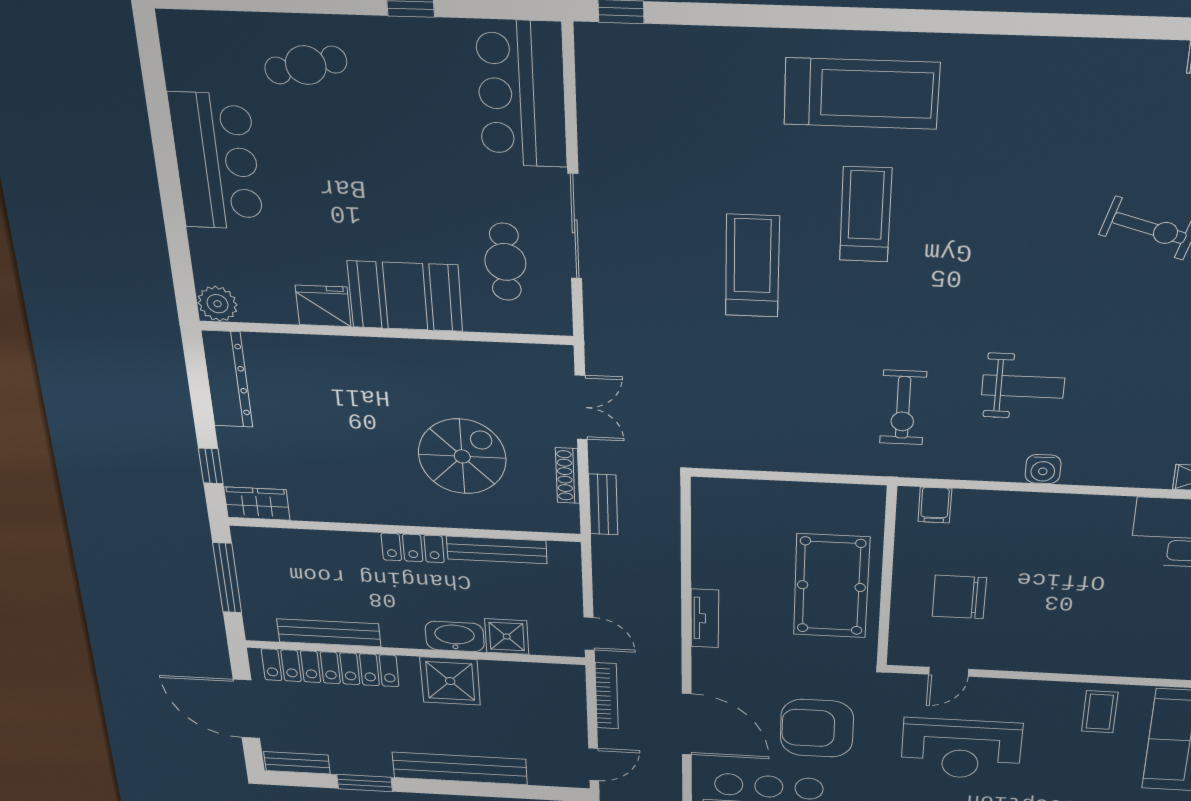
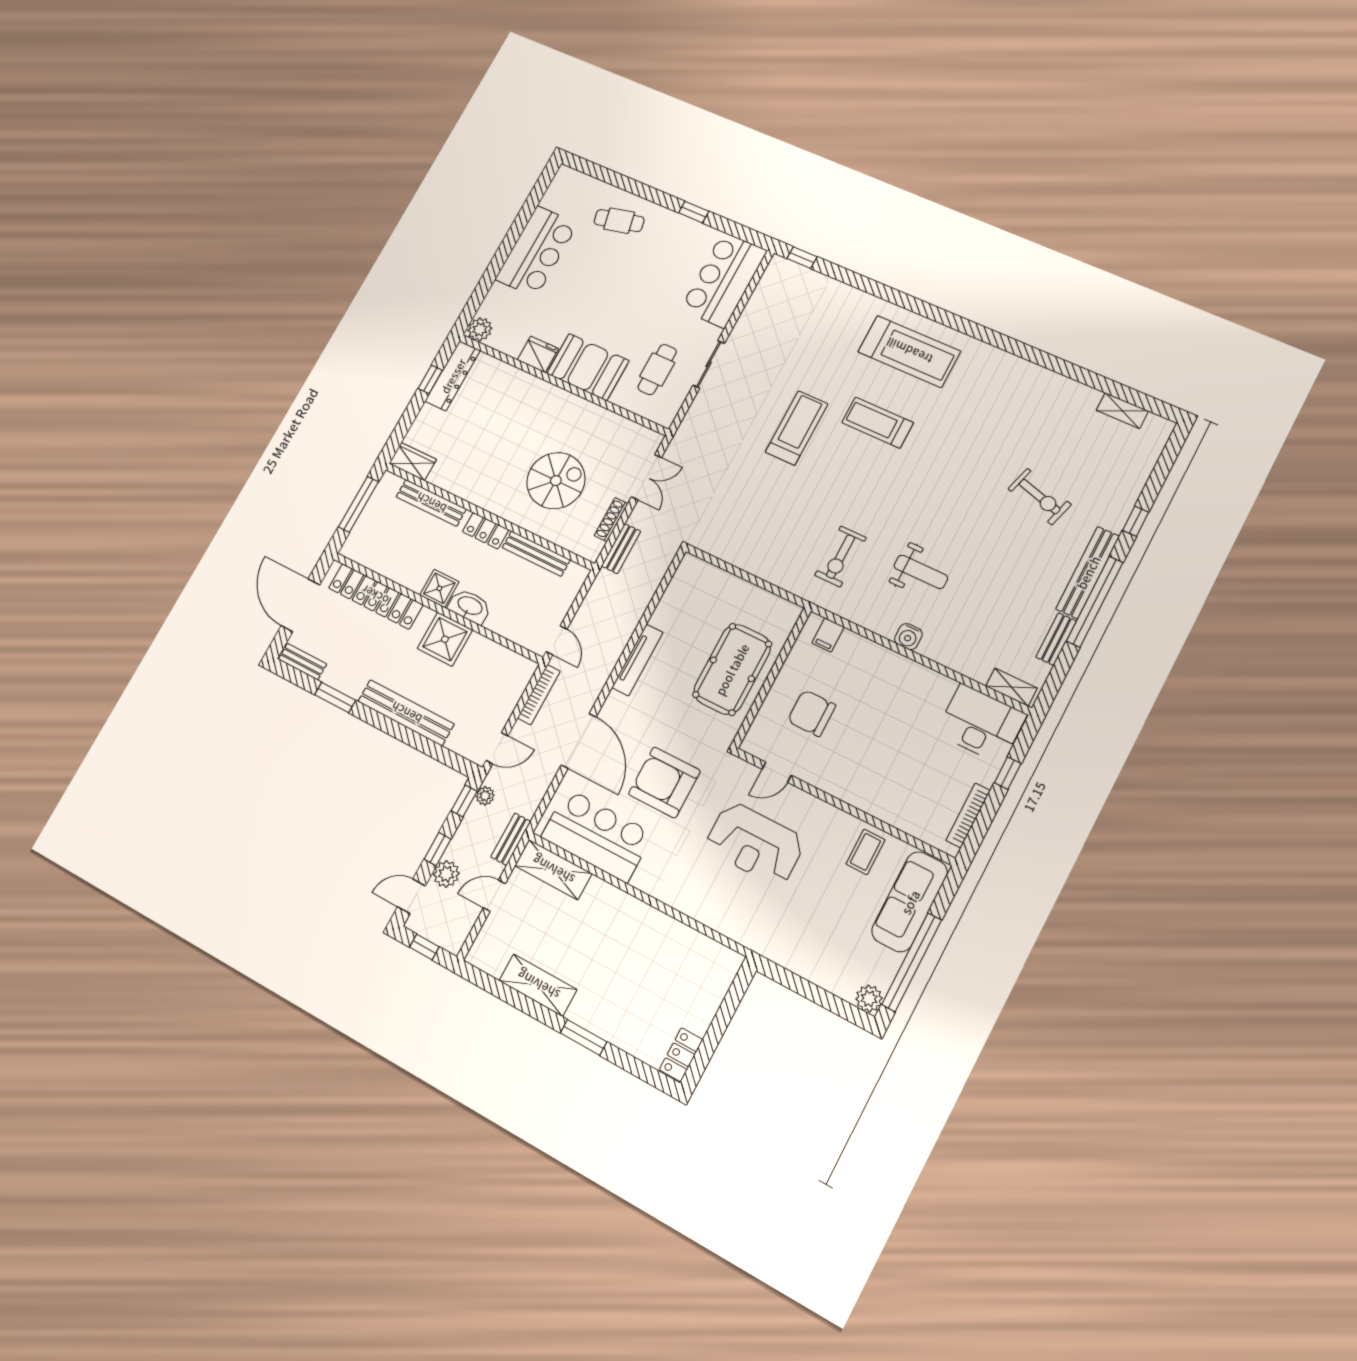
treadmill: (866, 214) -> (878, 423), turned -90
sliding door: (575, 226) -> (709, 364), width x0.73
window: (211, 466) -> (430, 379), moved
tv unit: (705, 618) -> (637, 660), width x1.41
bench: (329, 633) -> (431, 503), moved
shower: (507, 637) -> (439, 588), moved

